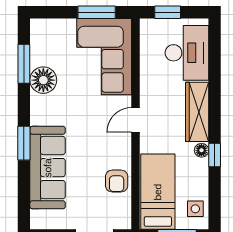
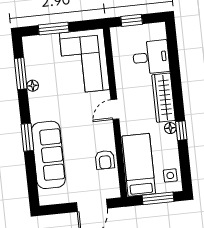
window: (97, 12) -> (54, 29), moved
desk: (187, 53) -> (151, 57), width x0.73
floor lamp: (43, 80) -> (33, 86), width x0.53, depth x0.53

